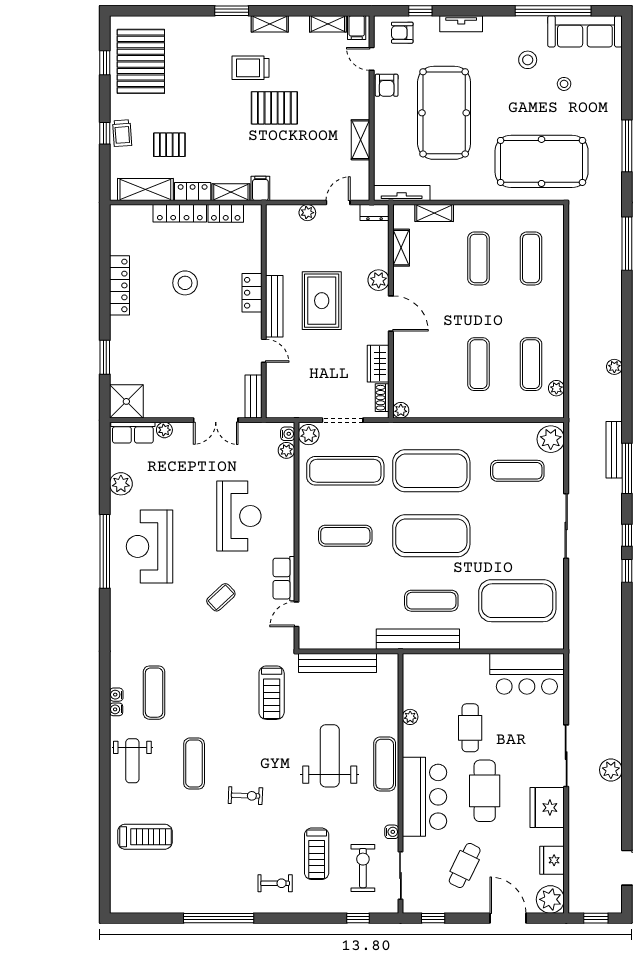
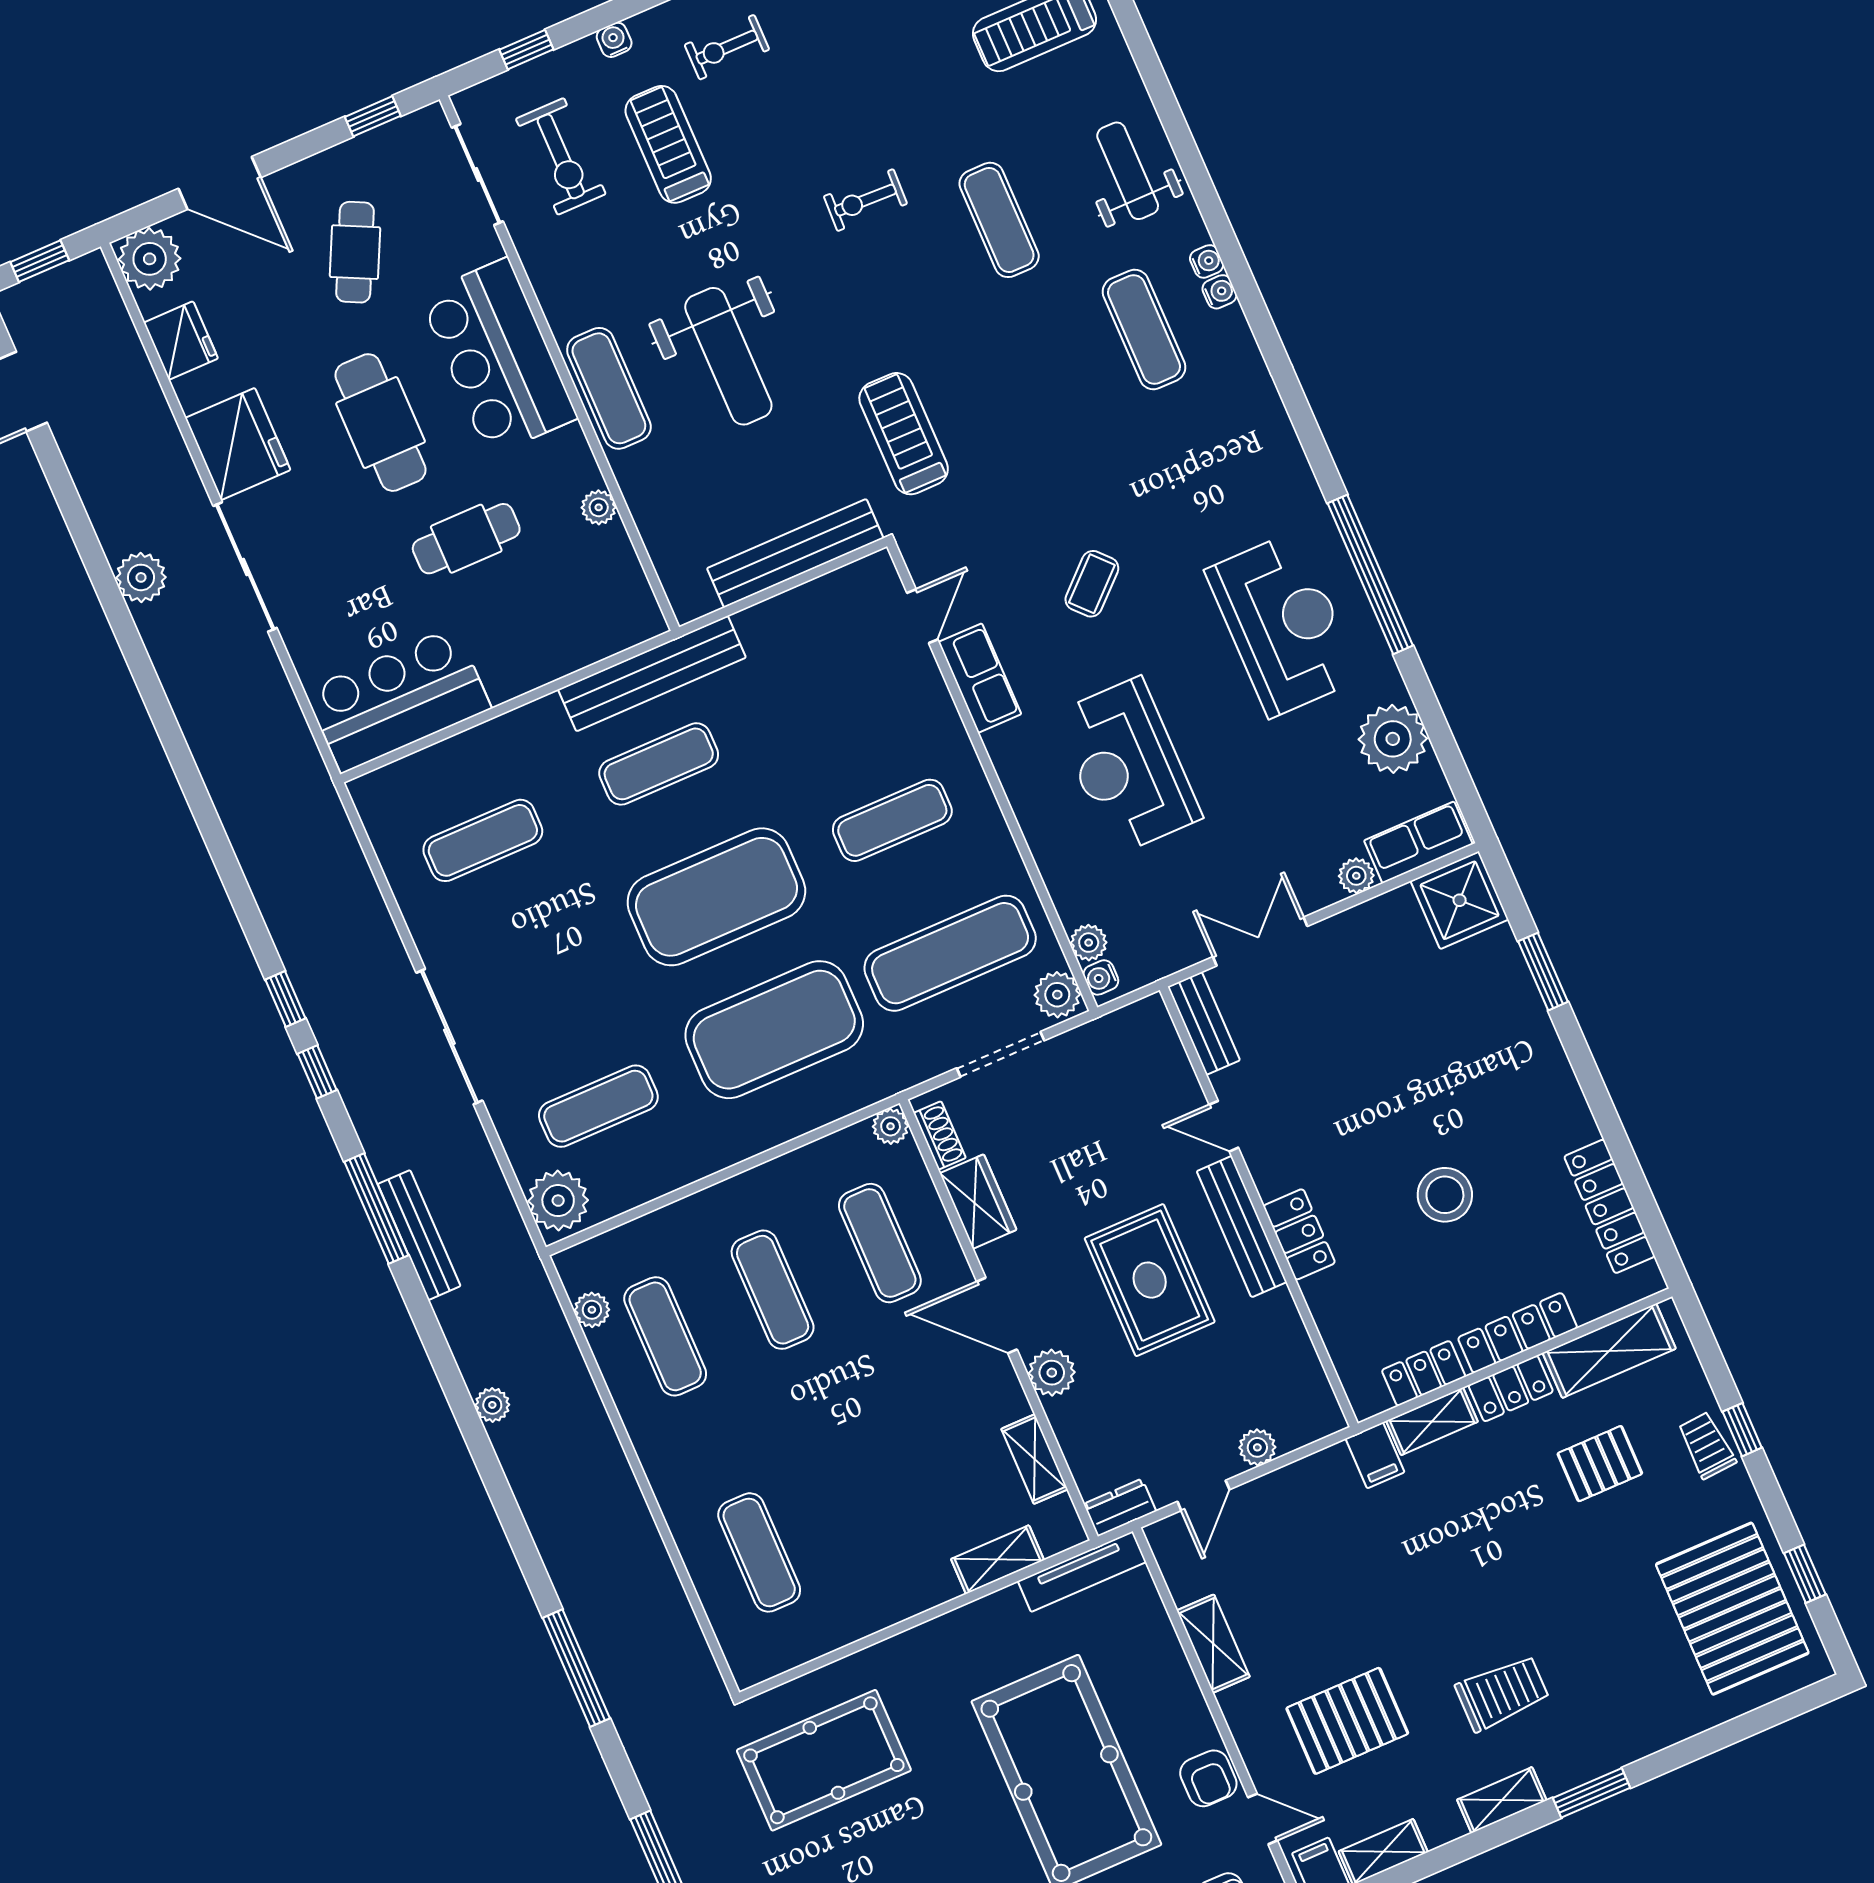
armchair: (387, 85) -> (1208, 1778), turned 180
pallet: (274, 108) -> (1347, 1721), moved
pool table: (542, 161) -> (824, 1760), width x0.73, depth x0.76
exercise mat: (479, 258) -> (880, 1243), moved
locker: (119, 285) -> (1609, 1206), moved
plant: (121, 484) -> (1393, 739), width x1.36, depth x1.36
exercise mat: (517, 601) -> (483, 840), width x0.50, depth x0.69
cafe table: (470, 728) -> (466, 539), turned 90
water cooler: (392, 832) -> (614, 40), moved, turned 90

